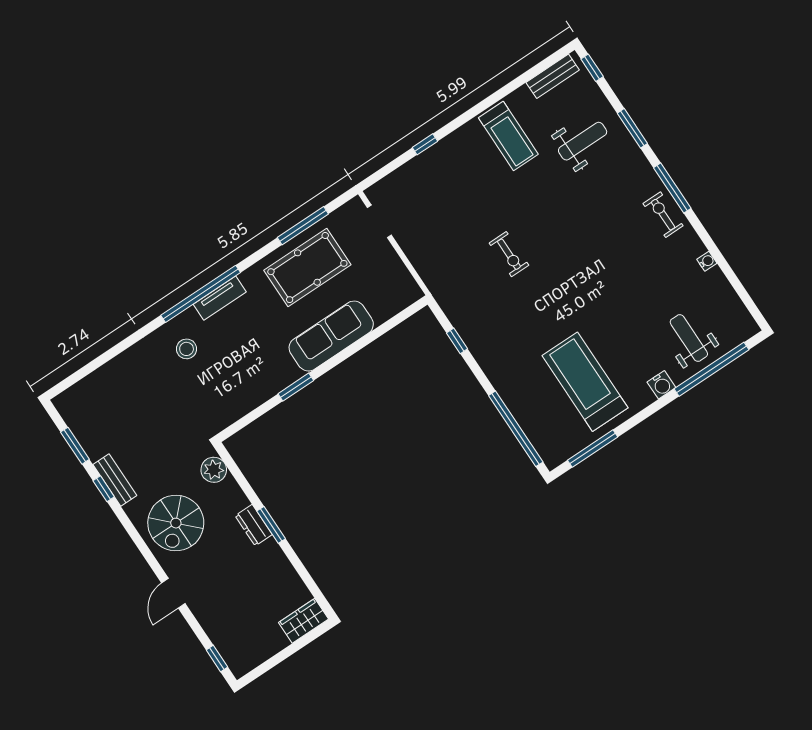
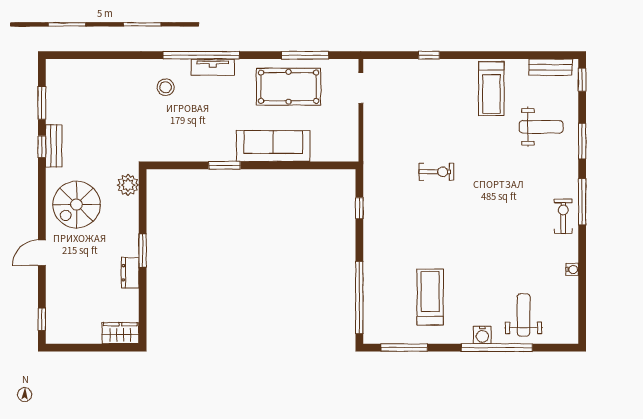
exercise bike: (509, 254) -> (436, 172), turned -90
window: (712, 369) -> (497, 348), moved
treadmill: (585, 382) -> (430, 297), width x0.73, depth x0.73
dresser: (254, 525) -> (130, 273), moved

